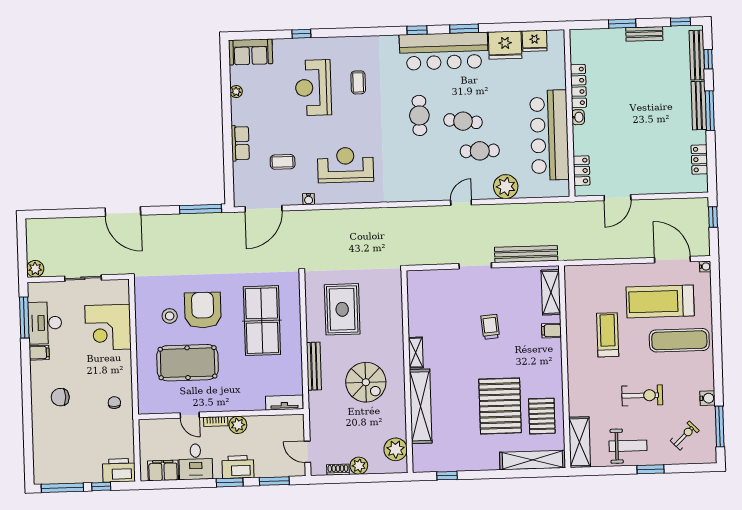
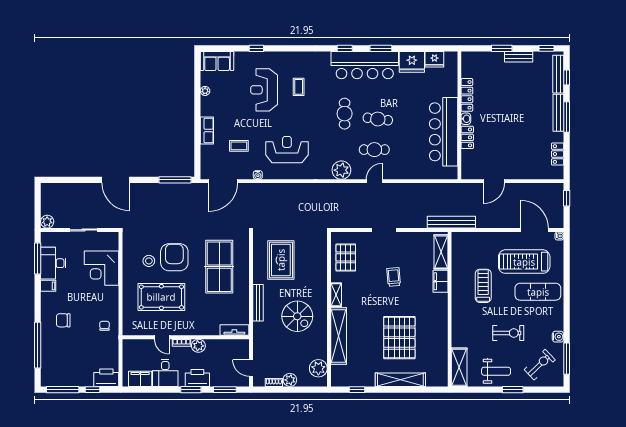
cafe table: (480, 151) -> (374, 150), moved
locker: (582, 171) -> (467, 137), moved
plant: (506, 187) -> (341, 170), moved
bench: (526, 254) -> (451, 222), moved
filing cabinet: (552, 331) -> (440, 281), width x2.00
pallet: (542, 416) -> (346, 257), moved
window: (28, 431) -> (38, 345), added
exercise bike: (685, 436) -> (540, 365), width x1.38, depth x1.39
shelving: (533, 460) -> (400, 380), moved

